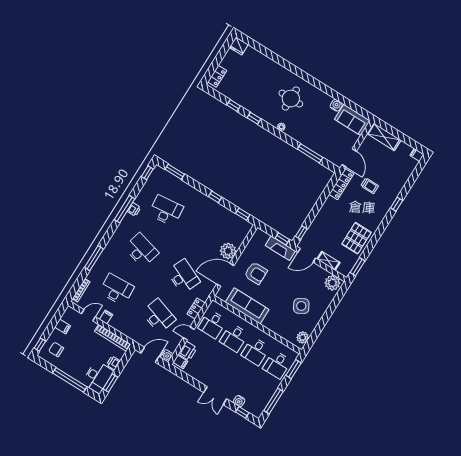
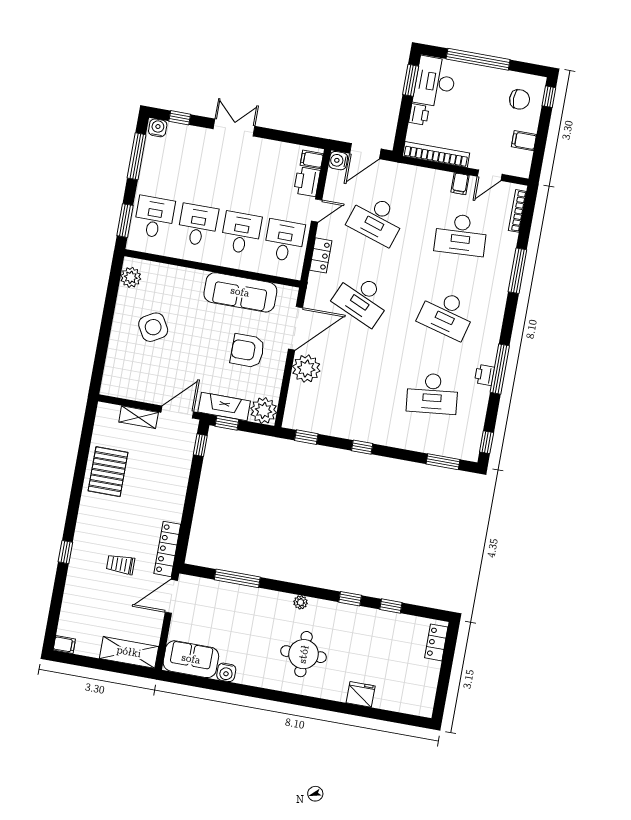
fridge: (239, 46) -> (361, 694), moved
door: (349, 158) -> (171, 596), hinge flipped
window: (357, 267) -> (88, 426), removed
plant: (332, 283) -> (264, 410), moved
water cooler: (239, 401) -> (158, 128), moved

